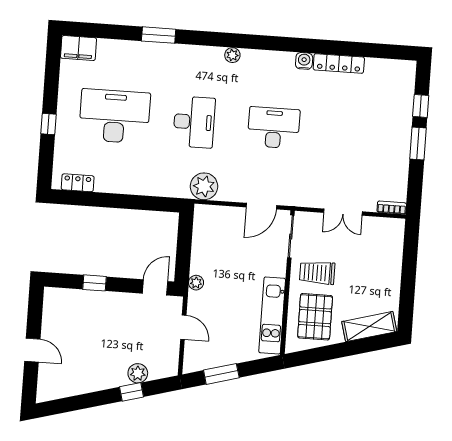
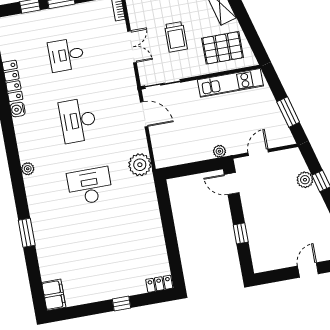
desk: (115, 116) -> (66, 55), moved, width x0.53, depth x0.77
locker: (78, 183) -> (159, 284), moved, turned 90
trolley: (317, 273) -> (176, 37), moved

